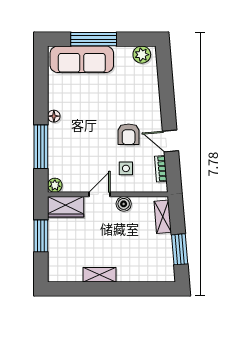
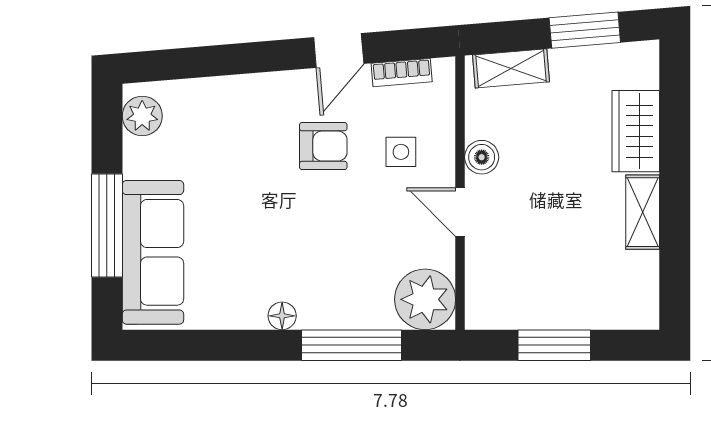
plant: (55, 185) -> (425, 299), width x1.88, depth x1.88
wardrobe: (66, 207) -> (636, 131), moved, turned 180

